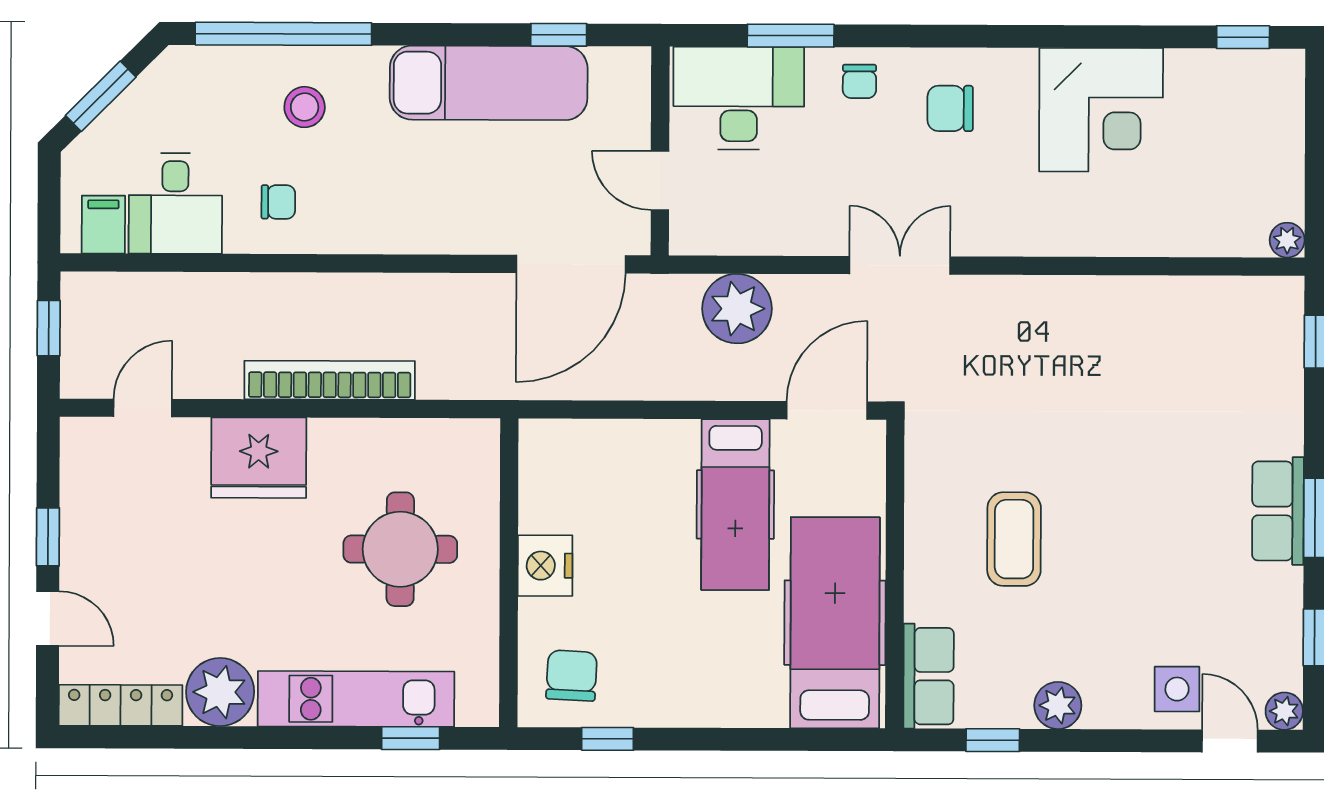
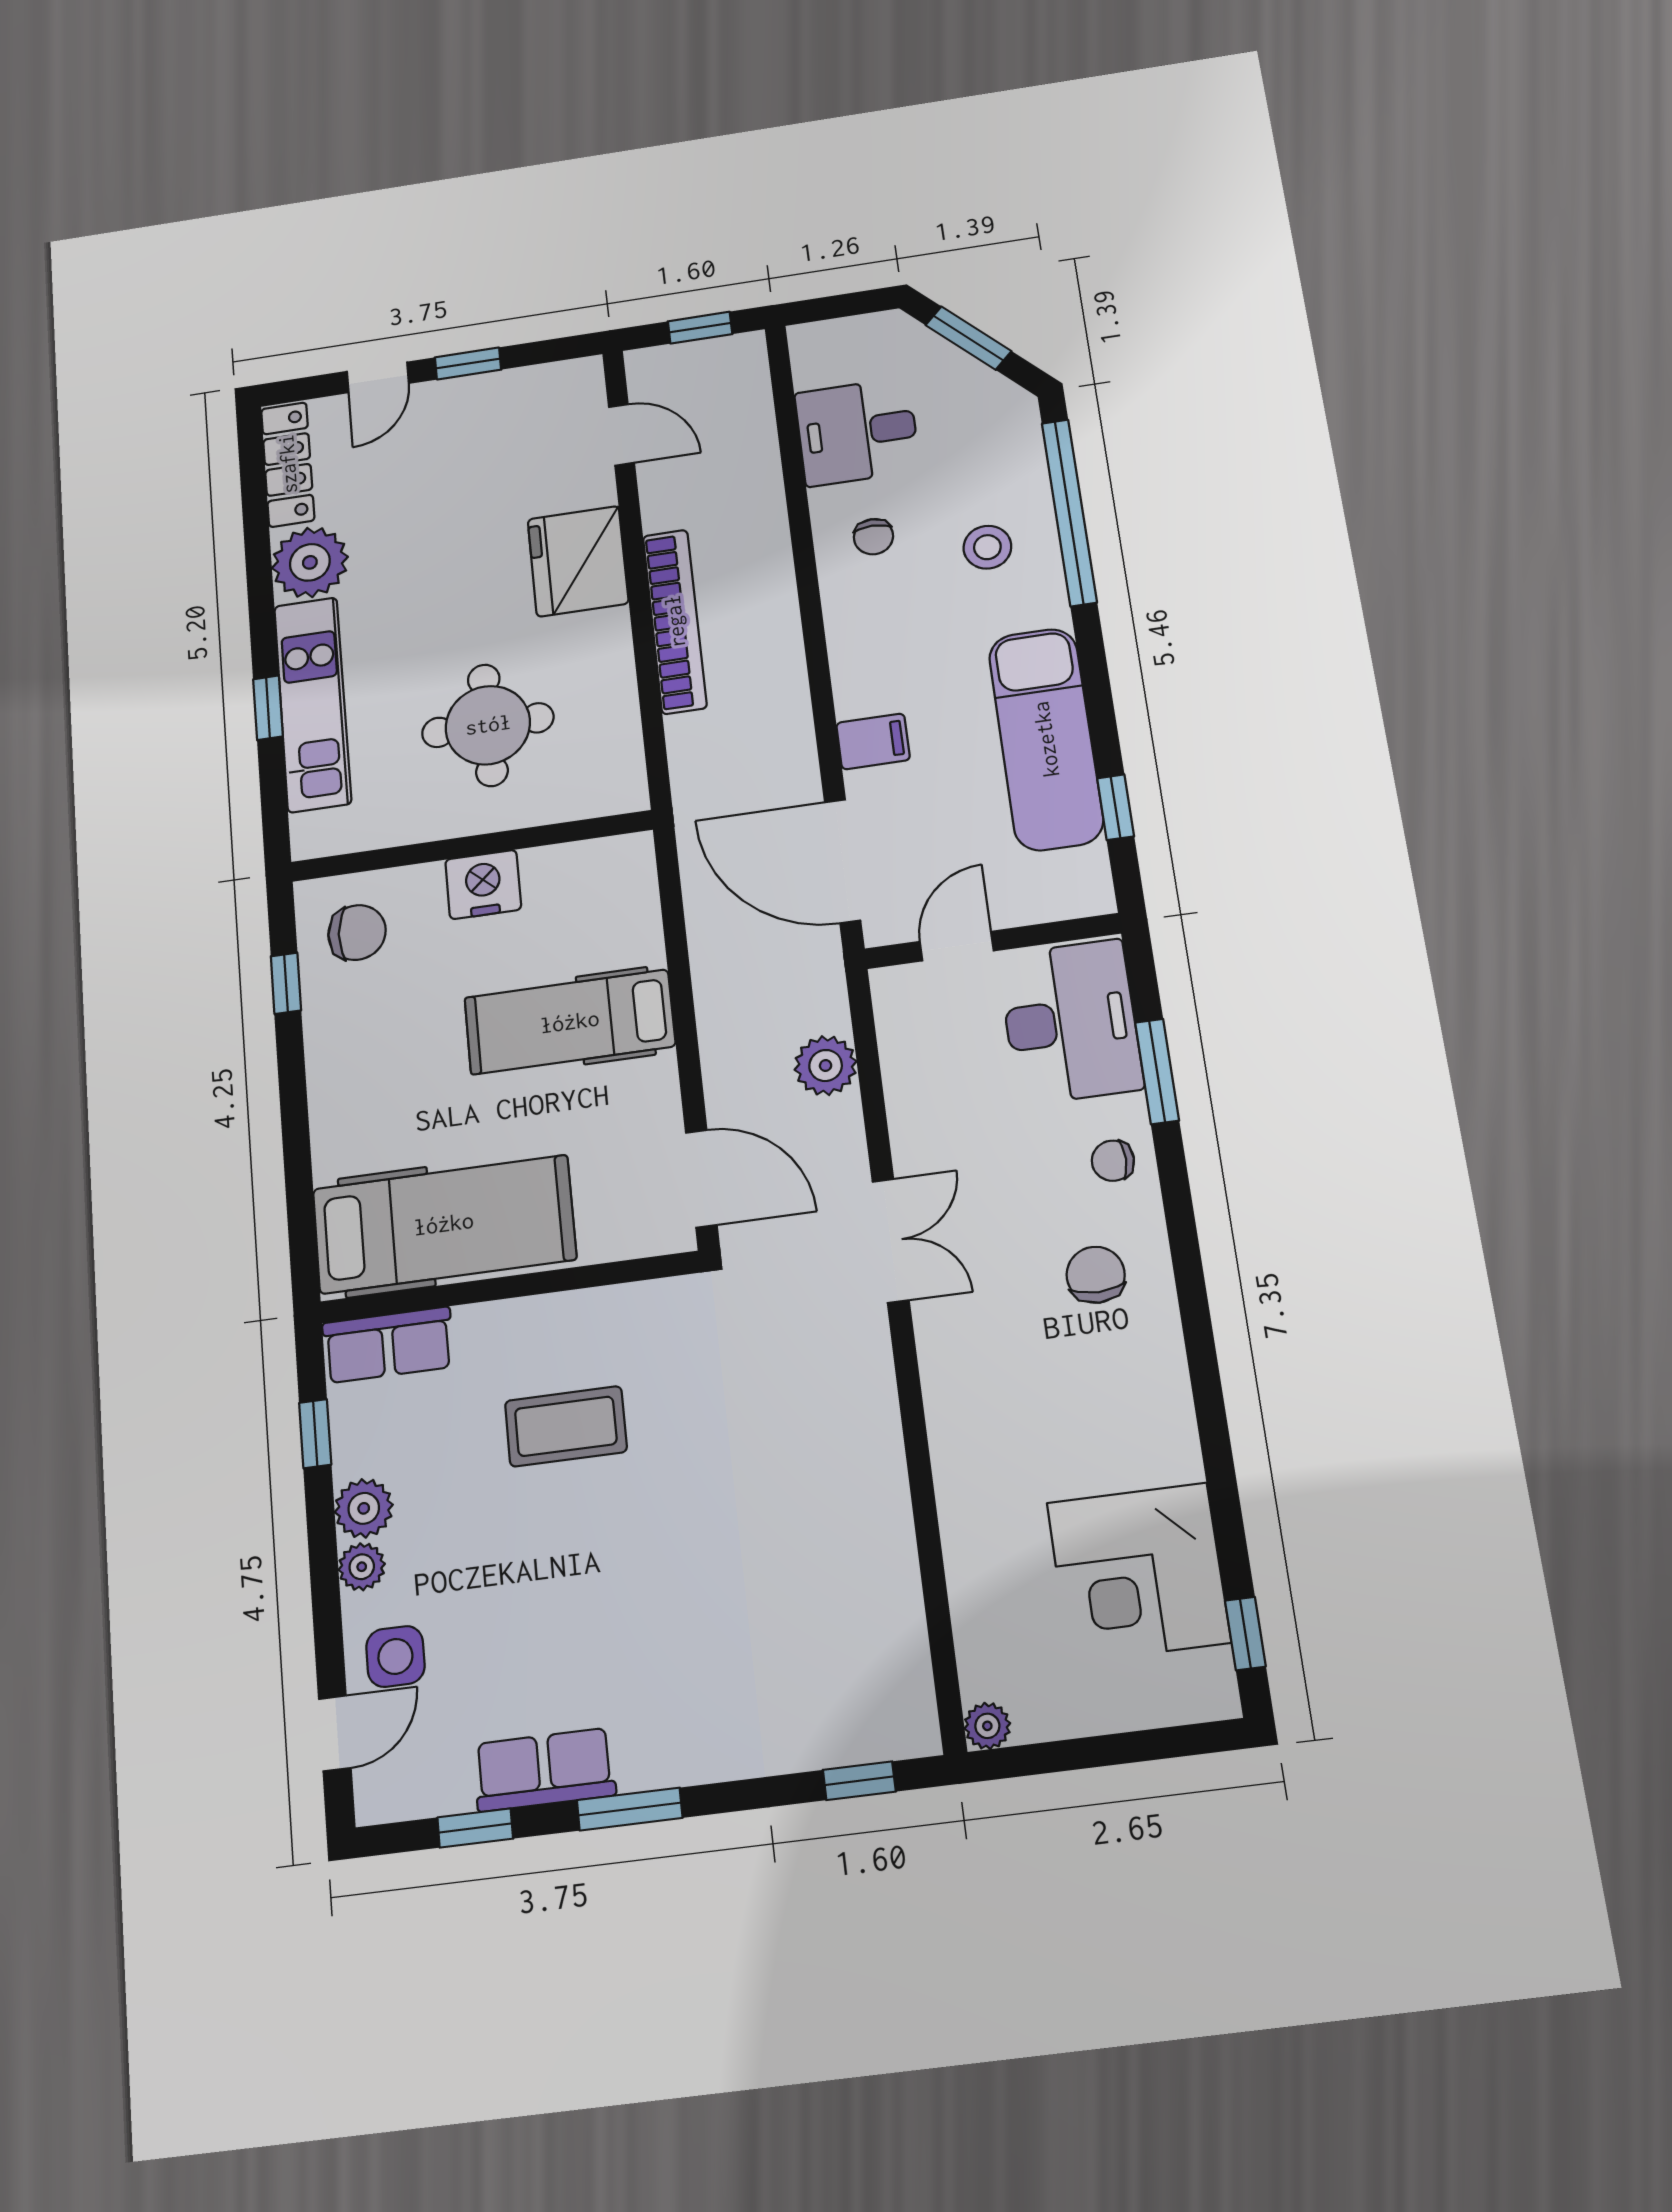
corner desk: (1101, 110) -> (1138, 1572), moved
filing cabinet: (103, 225) -> (873, 741), moved
plant: (737, 309) -> (826, 1066), width x0.73, depth x0.73
hospital bed: (735, 505) -> (570, 1022), moved
row of seats: (1278, 511) -> (544, 1770), moved
plant: (1284, 711) -> (362, 1567), moved
window: (411, 738) -> (268, 708), moved

